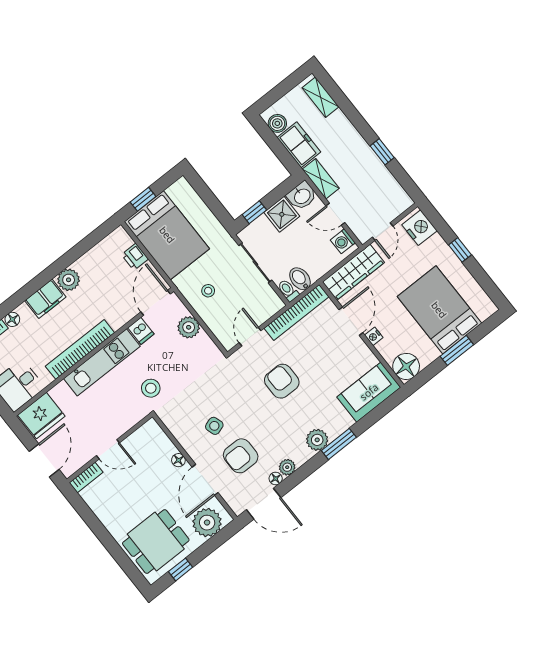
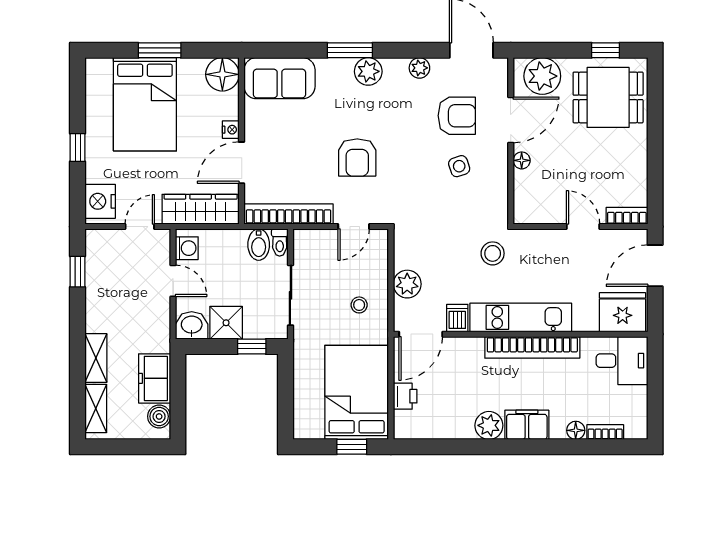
window: (382, 152) -> (78, 272), moved
shelving: (321, 179) -> (96, 358), moved
floor lamp: (276, 479) -> (440, 66), removed

